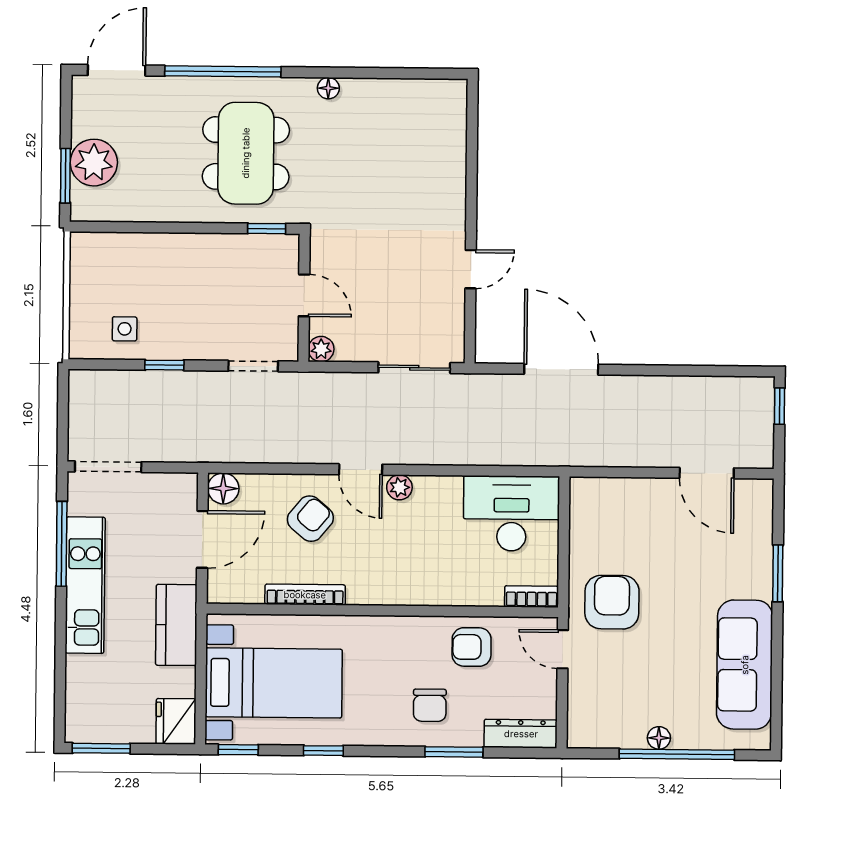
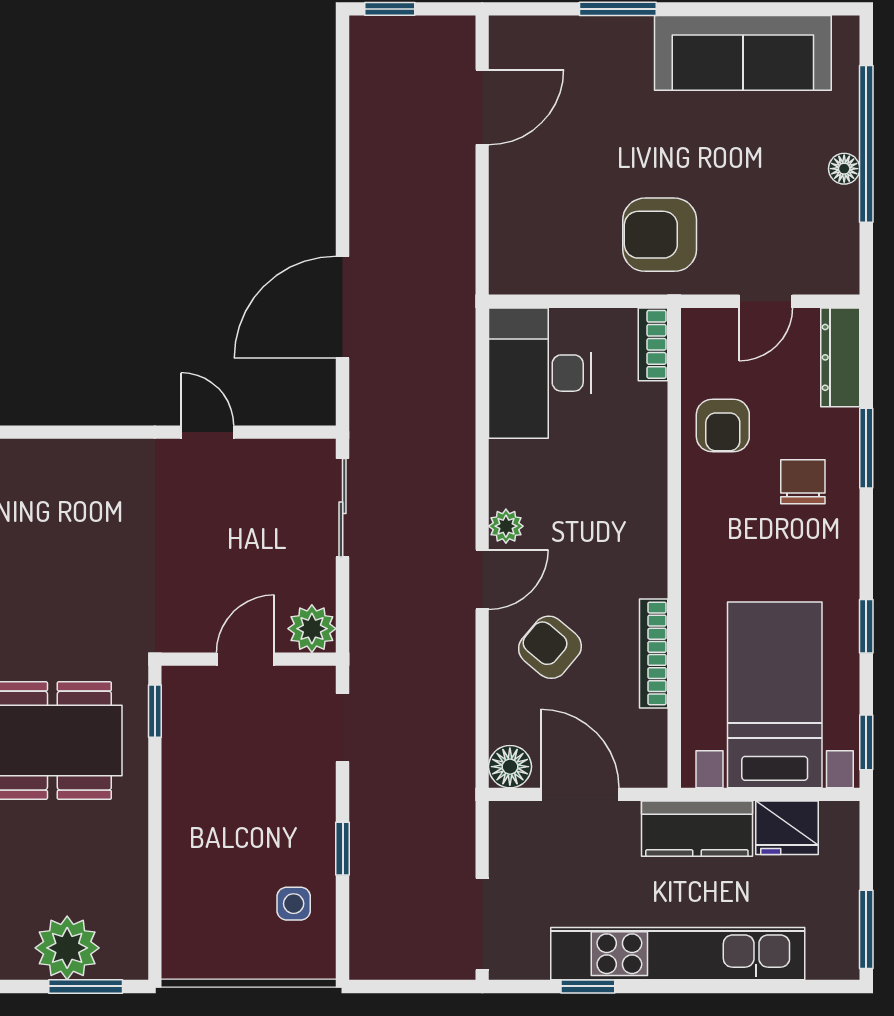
plant: (321, 349) -> (312, 629), width x1.38, depth x1.38
window: (62, 544) -> (588, 986), width x0.46
kitchen unit: (85, 585) -> (678, 954), width x1.36
door: (563, 649) -> (766, 301), moved
chair: (430, 705) -> (803, 482), turned -90
fridge: (176, 721) -> (787, 828), moved

